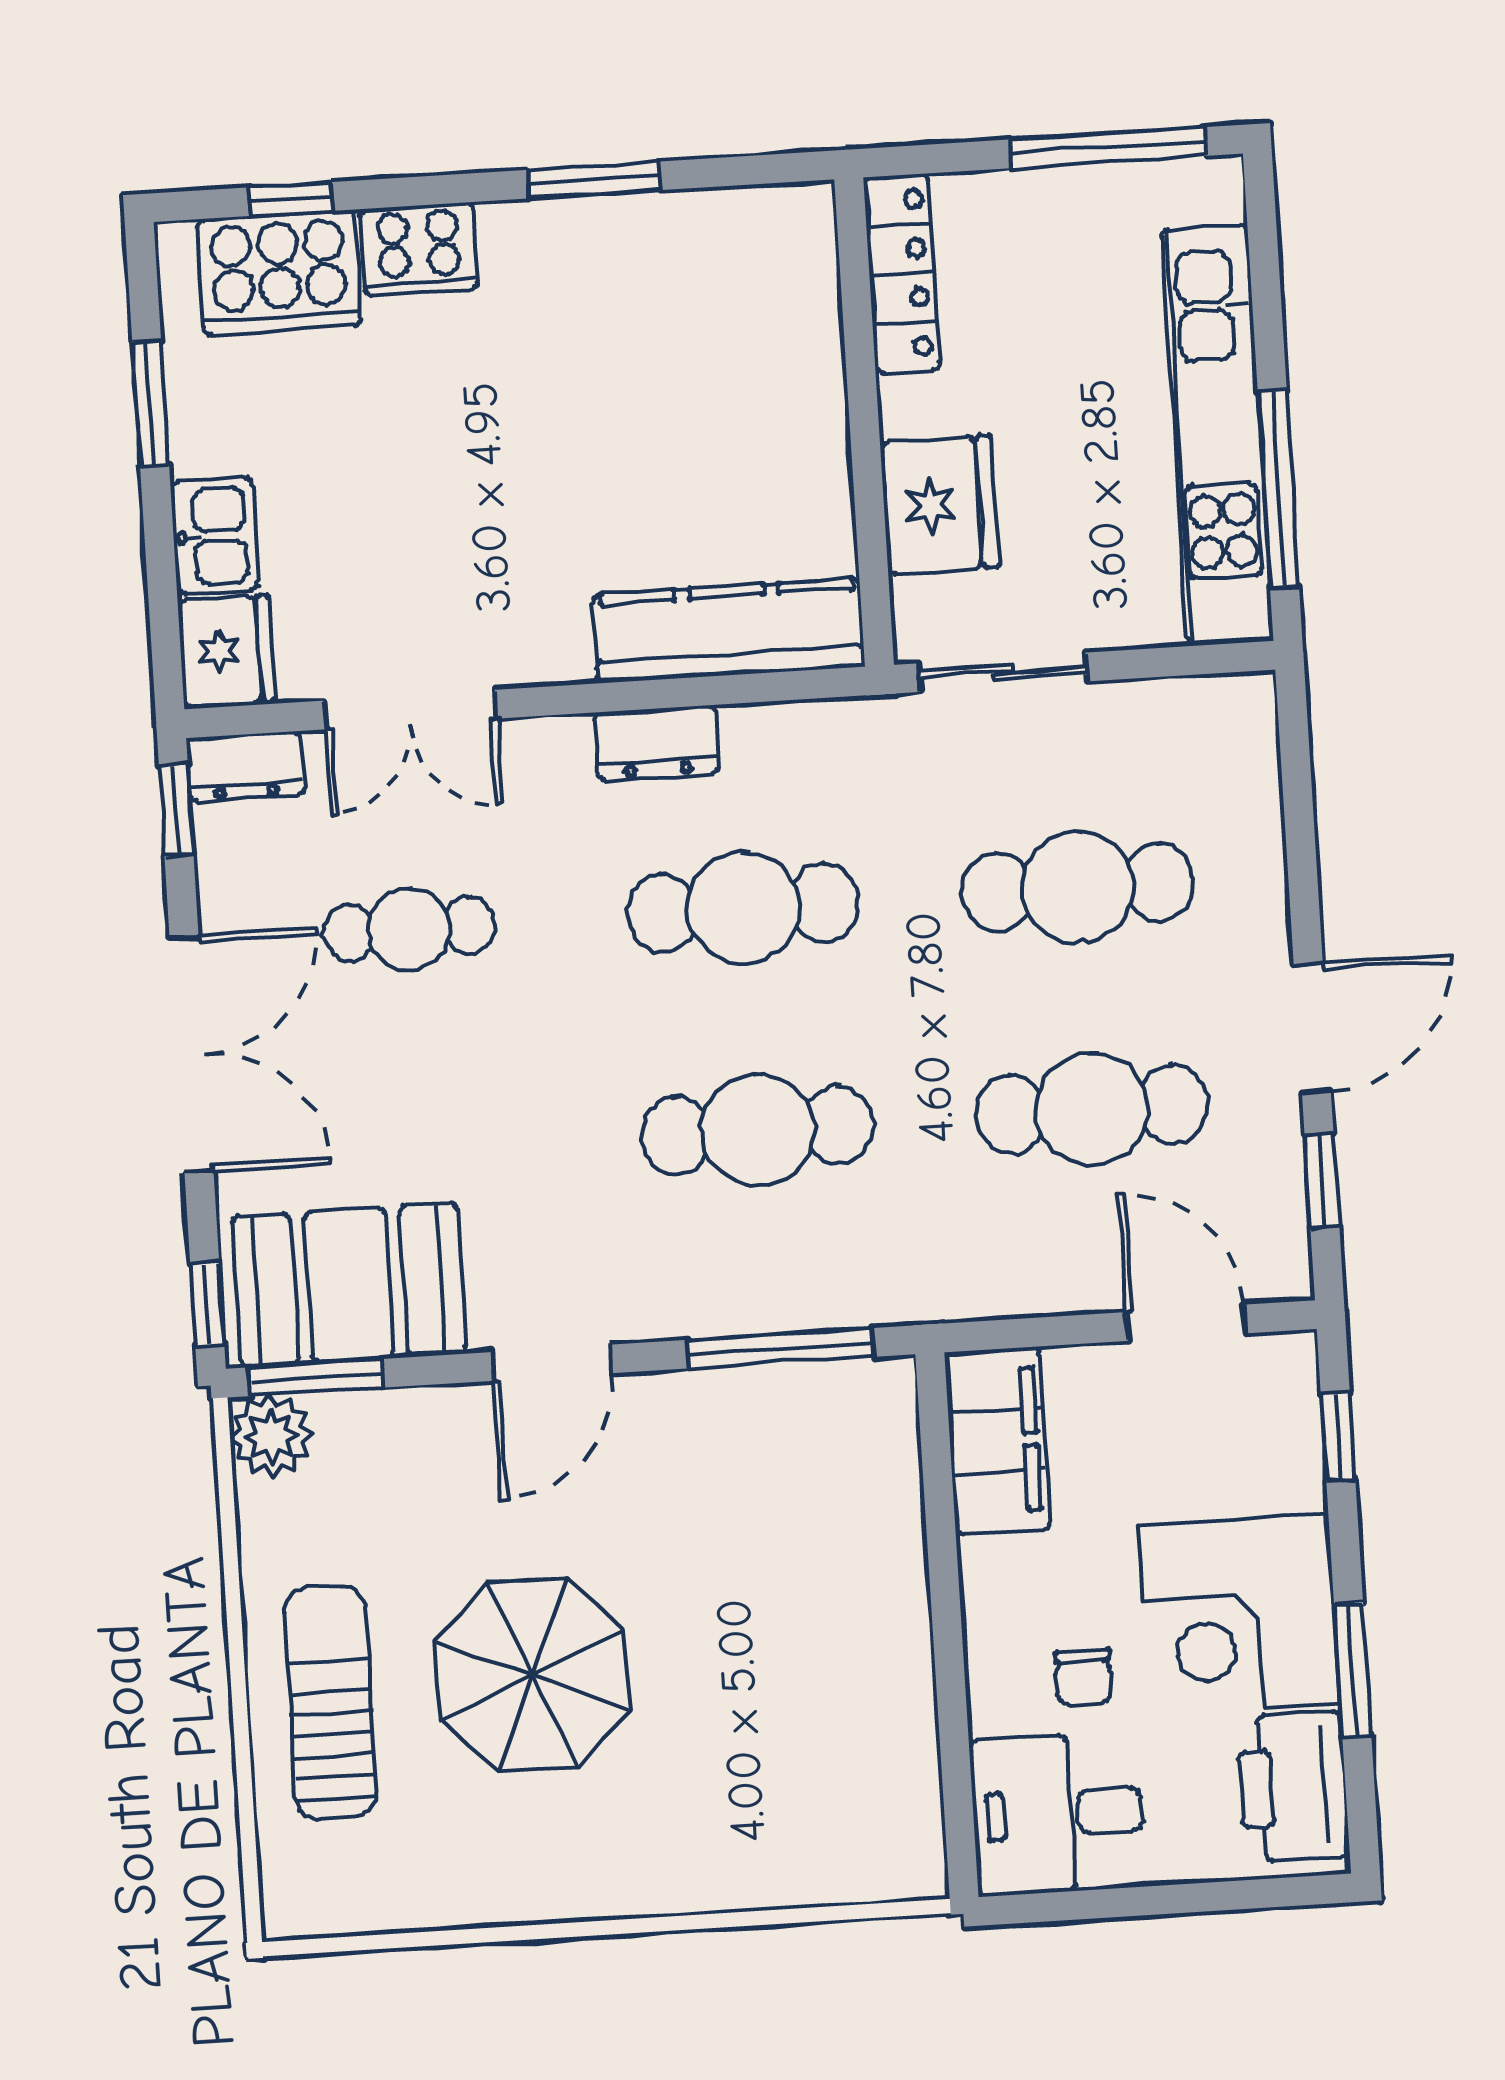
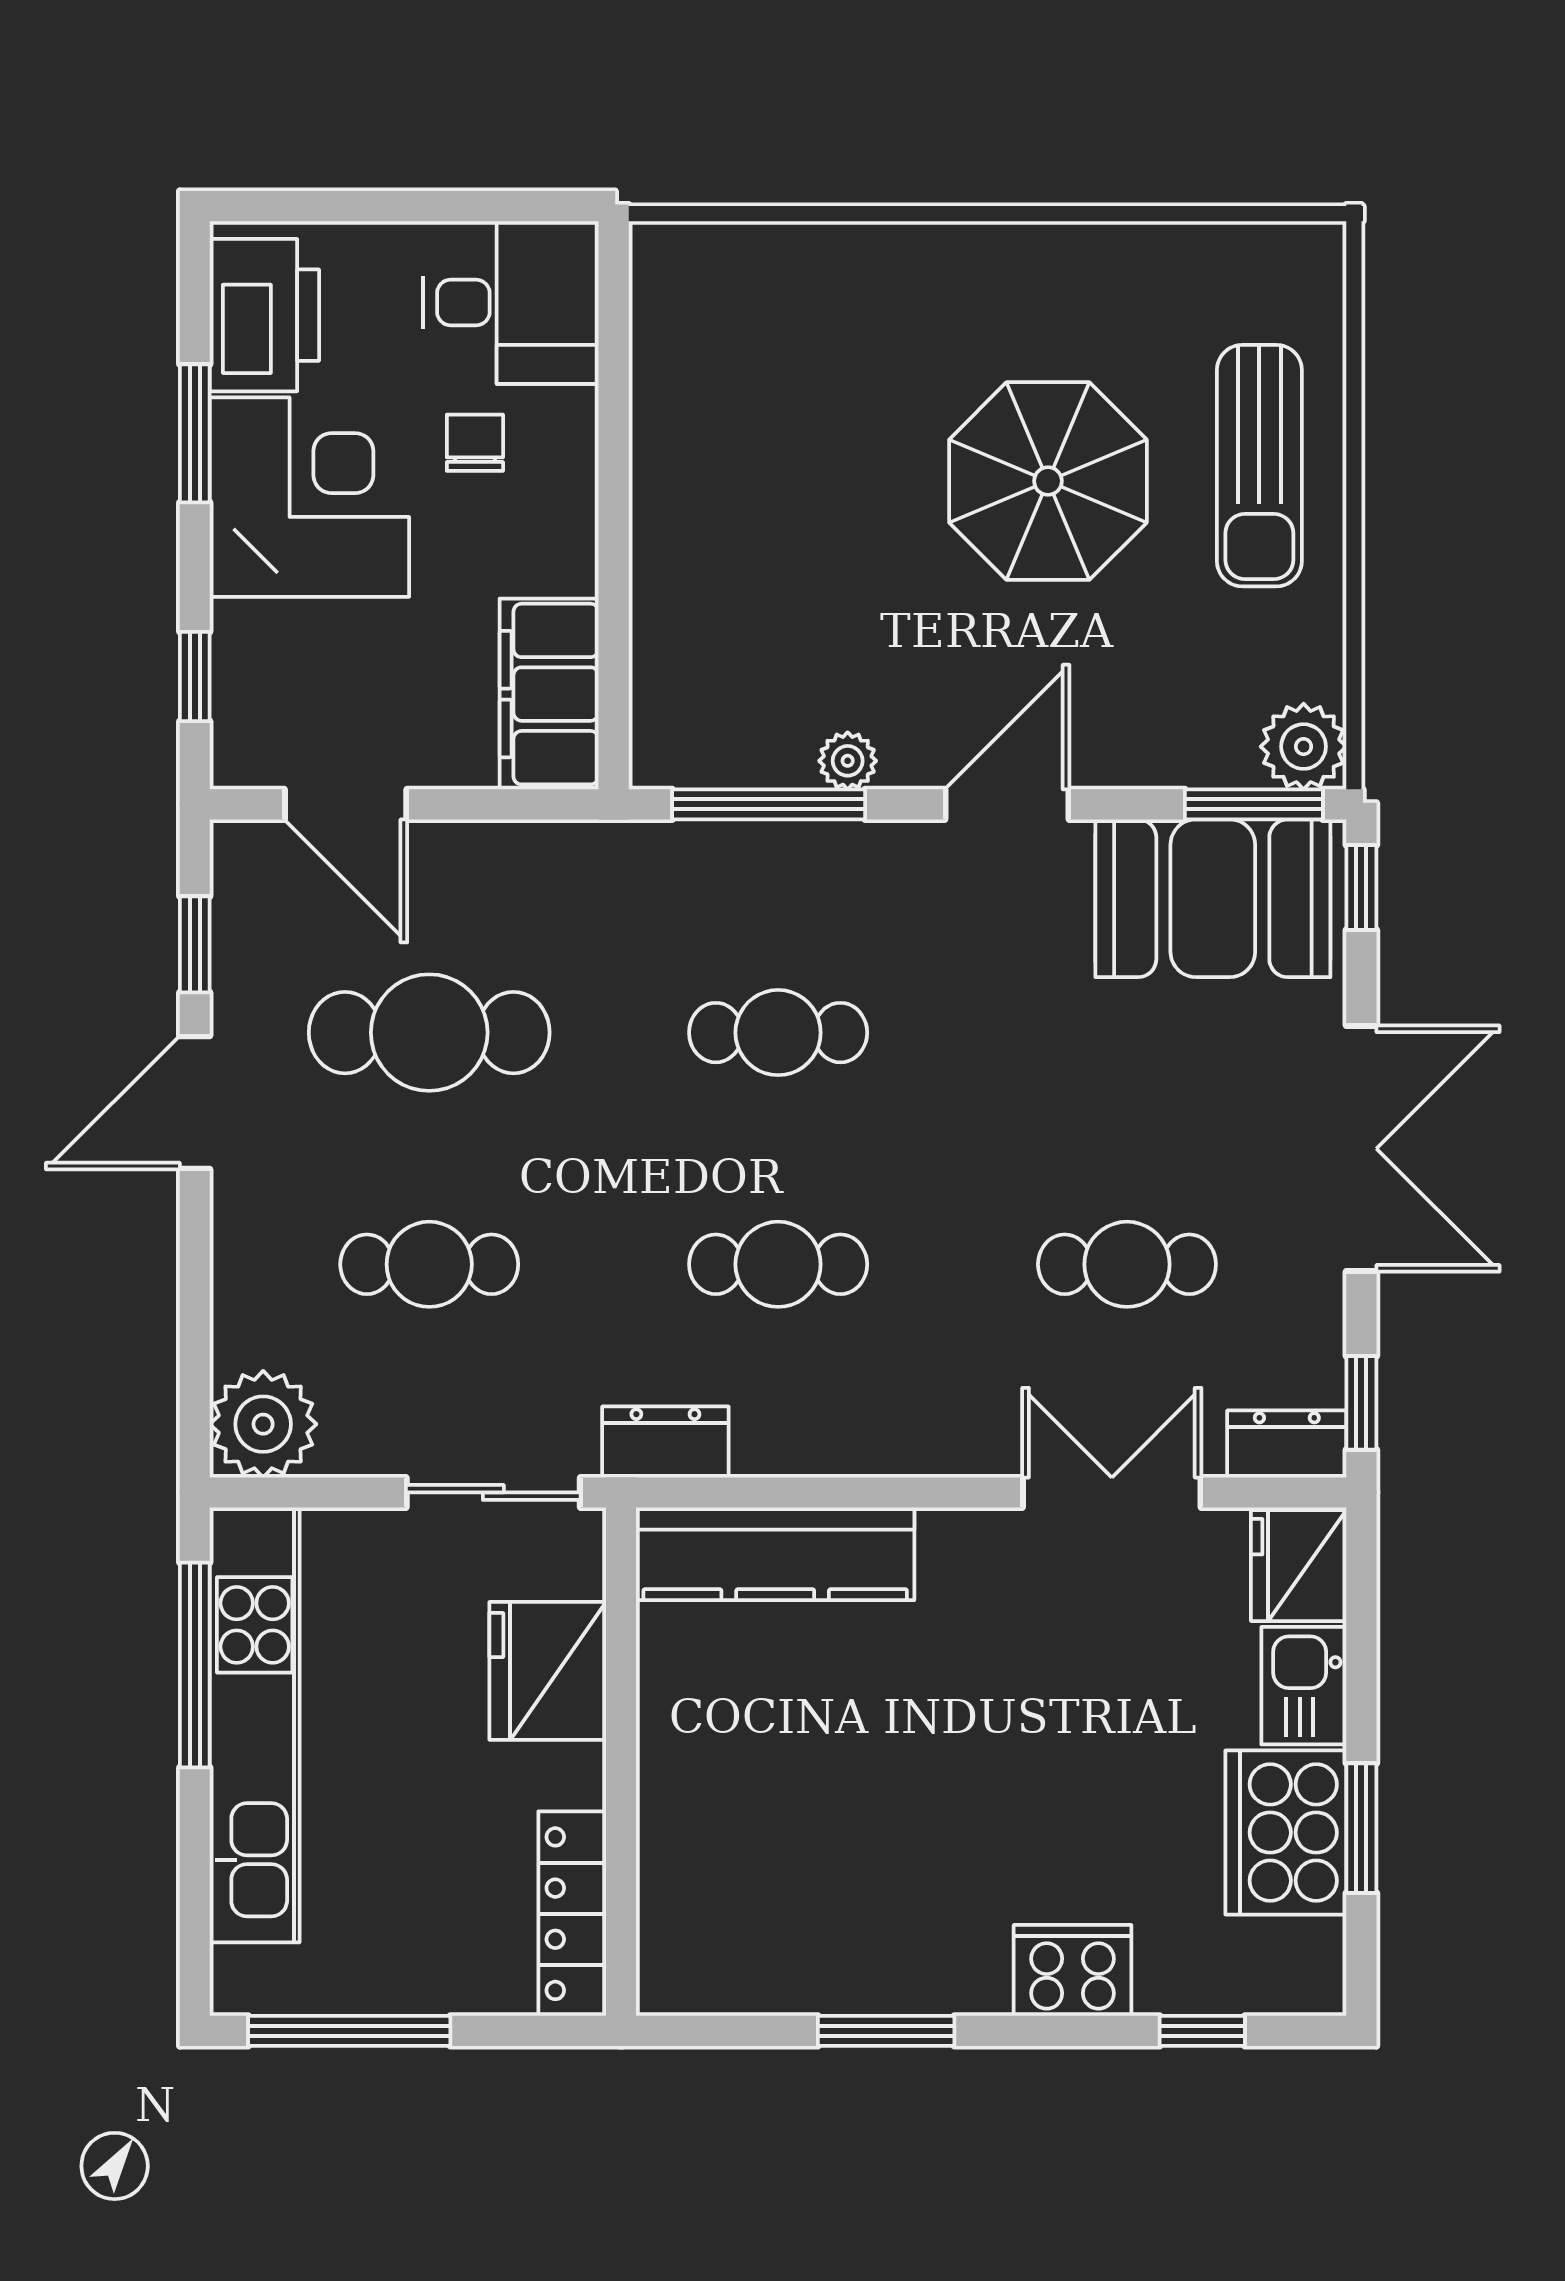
cooker: (279, 272) -> (1286, 1833), moved, turned -90
plant: (1227, 724) -> (263, 1424), added
dresser: (657, 743) -> (665, 1442), moved
cafe table: (1078, 887) -> (429, 1264), width x0.73, depth x0.74
cafe table: (744, 908) -> (778, 1264), width x0.73, depth x0.74
double door: (192, 1054) -> (1361, 1149), swing flipped
cafe table: (758, 1130) -> (778, 1033), width x0.73, depth x0.74
plant: (707, 1395) -> (848, 761), added

